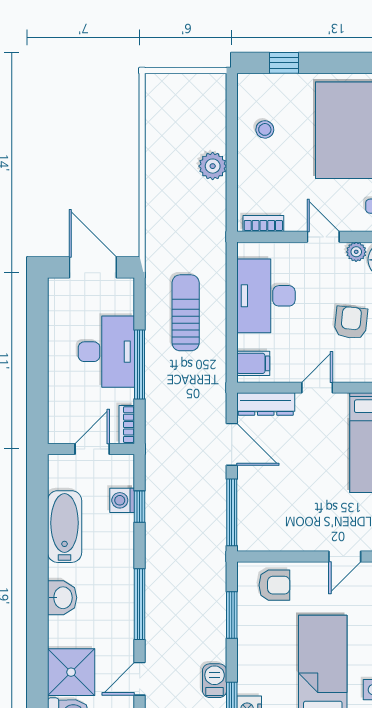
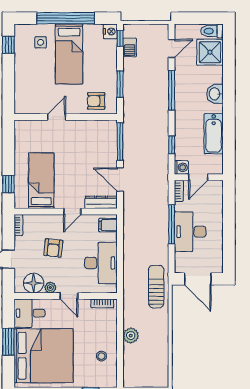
sun lounger: (186, 313) -> (156, 287), moved, turned 180
washing machine: (122, 500) -> (181, 167), moved

